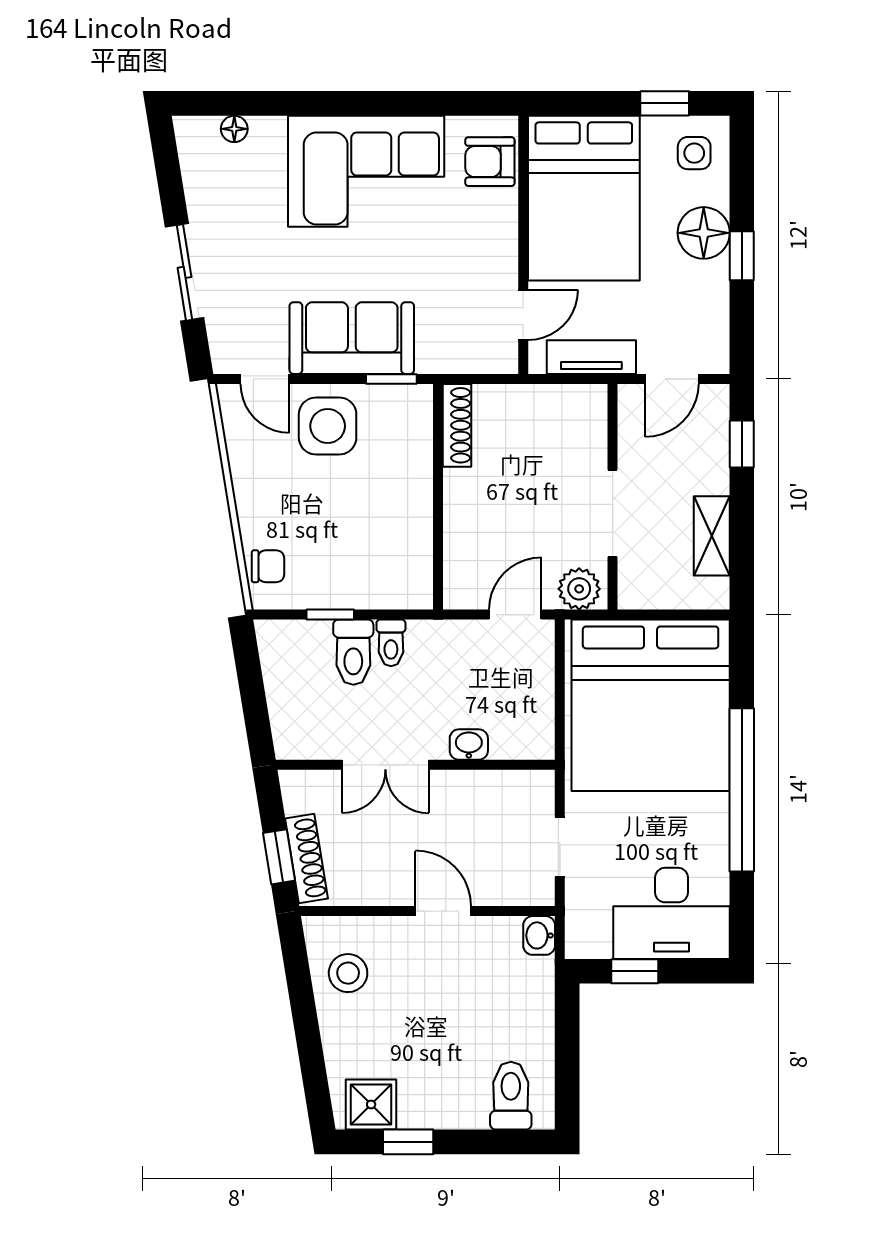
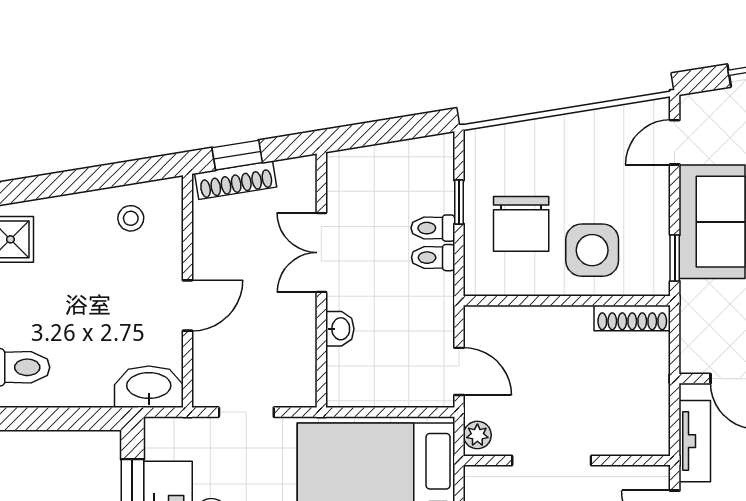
side table: (328, 426) -> (592, 250), moved
chair: (268, 566) -> (521, 224), moved, width x1.87, depth x1.87
plant: (579, 589) -> (477, 435), width x0.73, depth x0.73
toilet: (353, 652) -> (433, 228), width x0.73, depth x0.72
washbasin: (539, 935) -> (149, 387), width x1.91, depth x1.45
stool: (348, 973) -> (131, 218), width x0.73, depth x0.73

